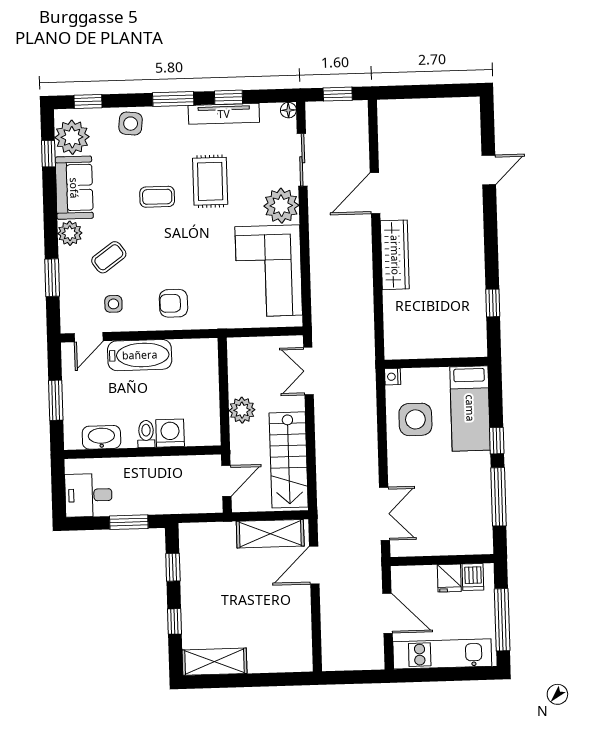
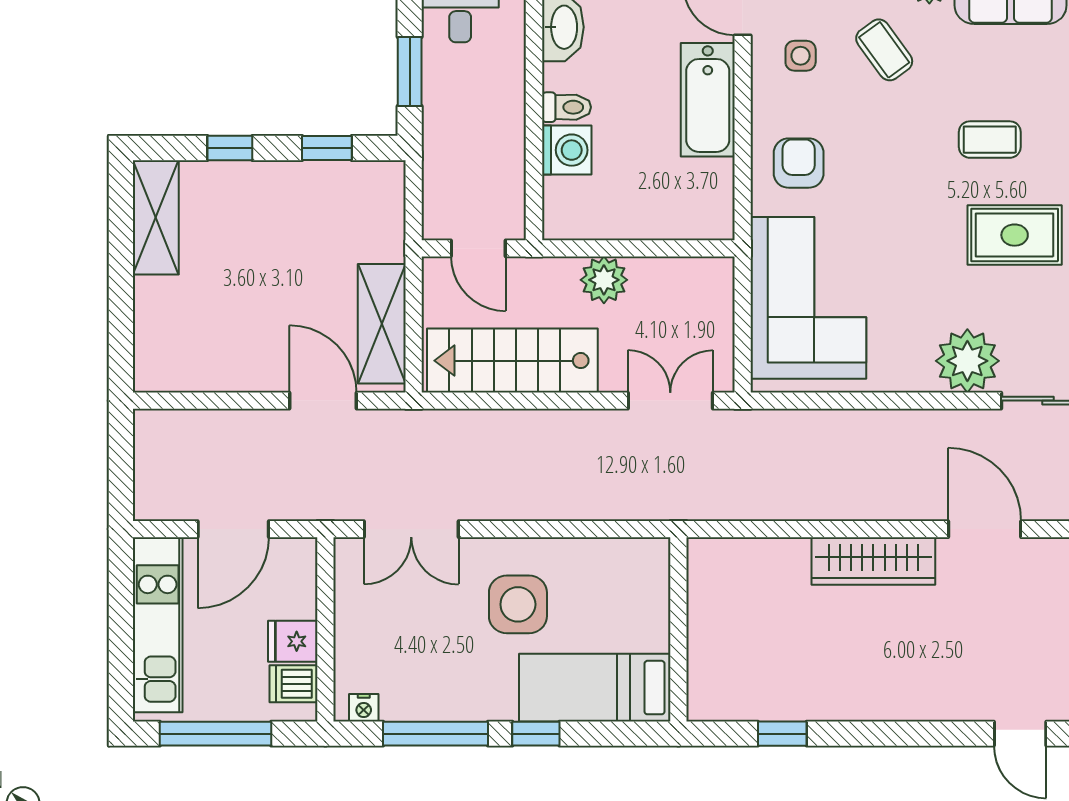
coffee table: (157, 197) -> (990, 140), turned 90
corner sofa: (269, 271) -> (808, 298), moved, turned 90
nightstand: (393, 377) -> (364, 708), moved, turned 180
side table: (415, 419) -> (518, 604), moved

